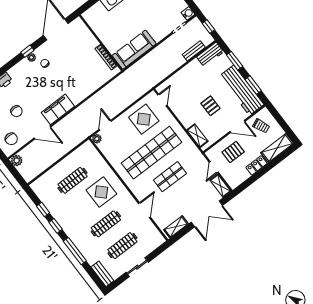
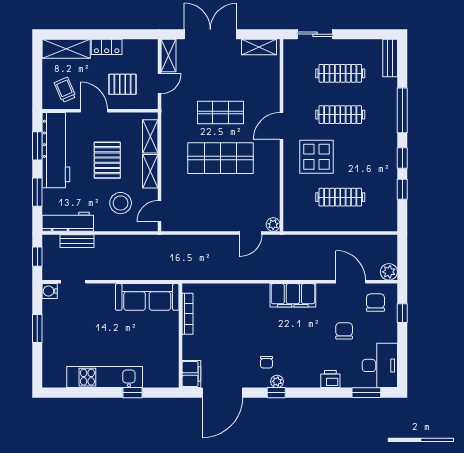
filing cabinet: (80, 27) -> (191, 374), added
workbench: (210, 54) -> (68, 222), width x1.38
stool: (186, 88) -> (121, 203), added
pallet: (210, 106) -> (107, 160), width x1.50, depth x1.42
shelving: (183, 117) -> (150, 171), added
display table: (144, 119) -> (199, 205), removed
door: (42, 132) -> (351, 282), moved
shop shelf: (151, 153) -> (221, 158), width x0.71
door: (144, 210) -> (282, 126), moved
sliding door: (137, 267) -> (315, 34), moved

